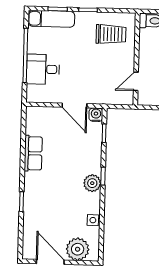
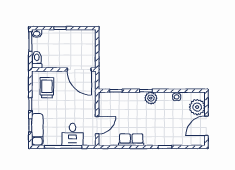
door: (136, 81) -> (79, 70), width x1.87
door: (74, 105) -> (97, 125), moved
water cooler: (96, 115) -> (103, 97), removed

